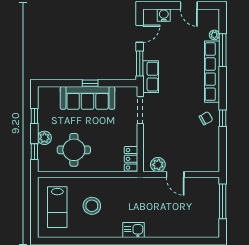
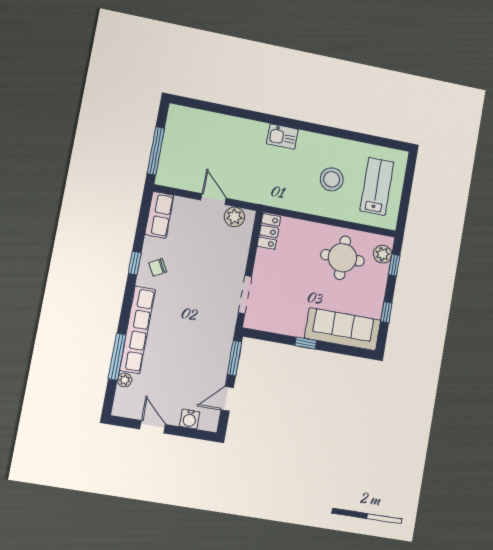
row of seats: (151, 77) -> (159, 215), moved, turned 180
sofa: (88, 98) -> (343, 329), moved
plant: (44, 138) -> (383, 254), moved

